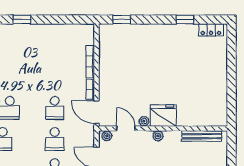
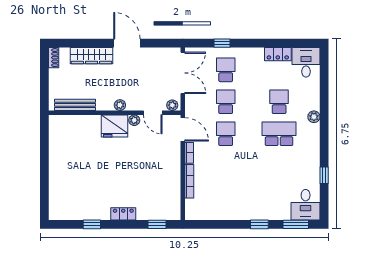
locker: (211, 30) -> (123, 214), moved

